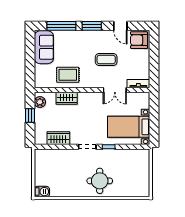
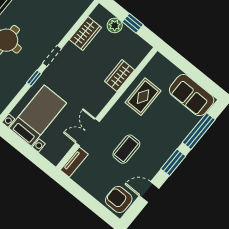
armchair: (139, 40) -> (119, 199), turned -90
plant: (40, 102) -> (115, 25), moved

